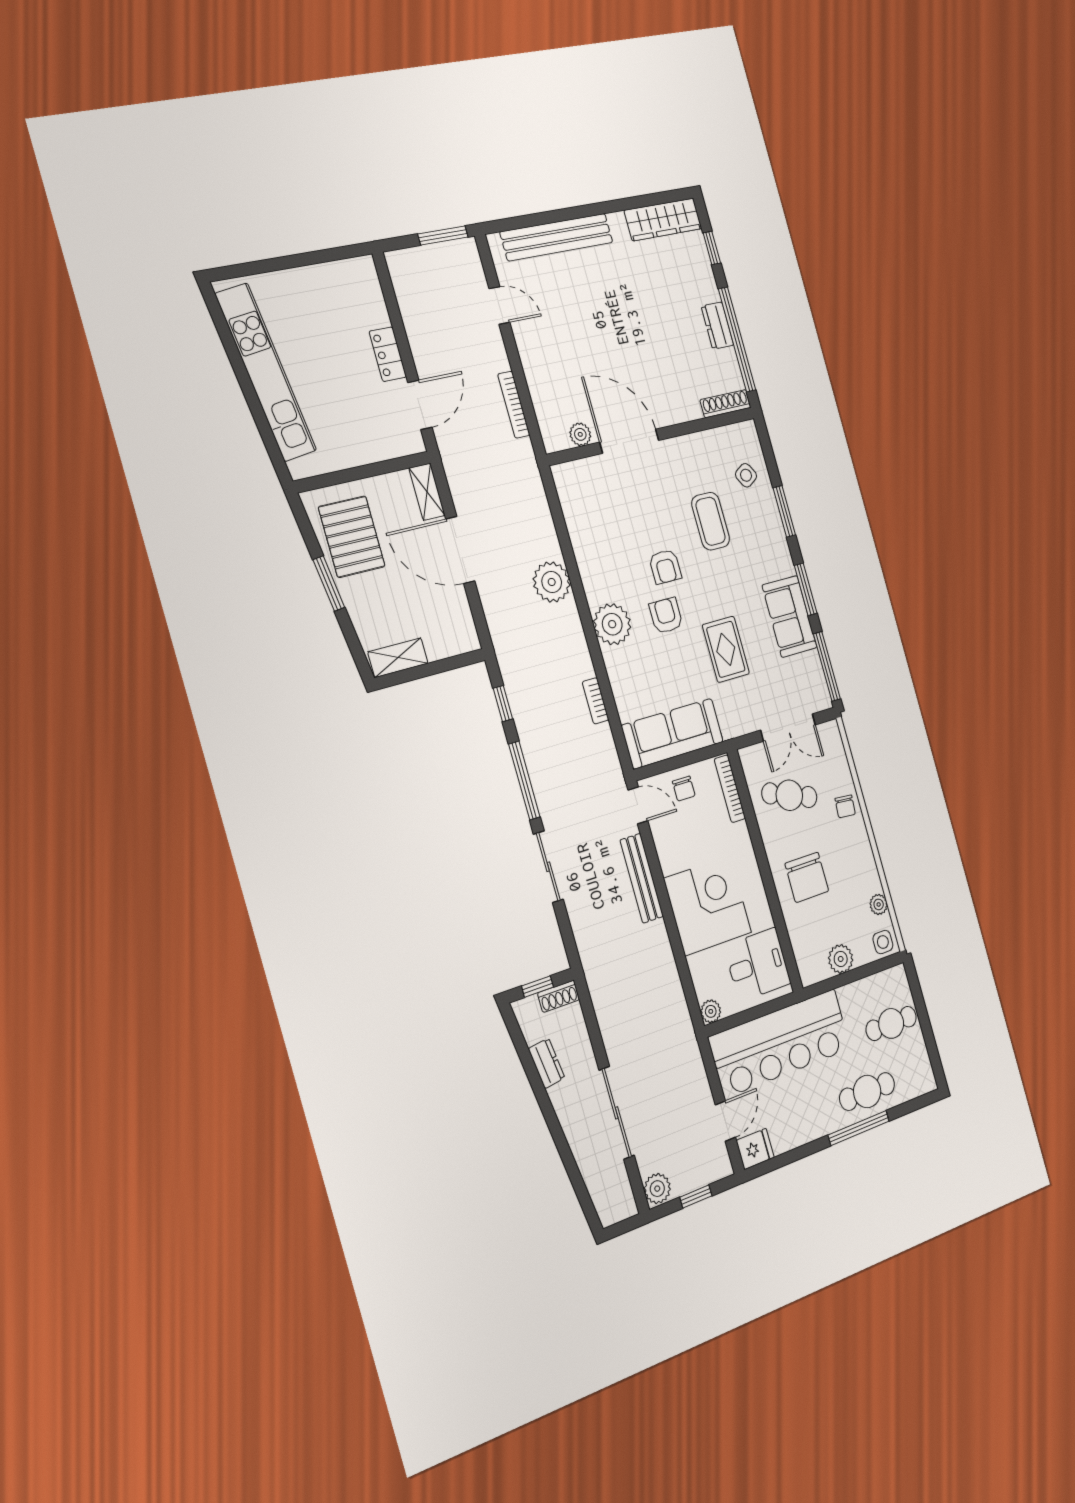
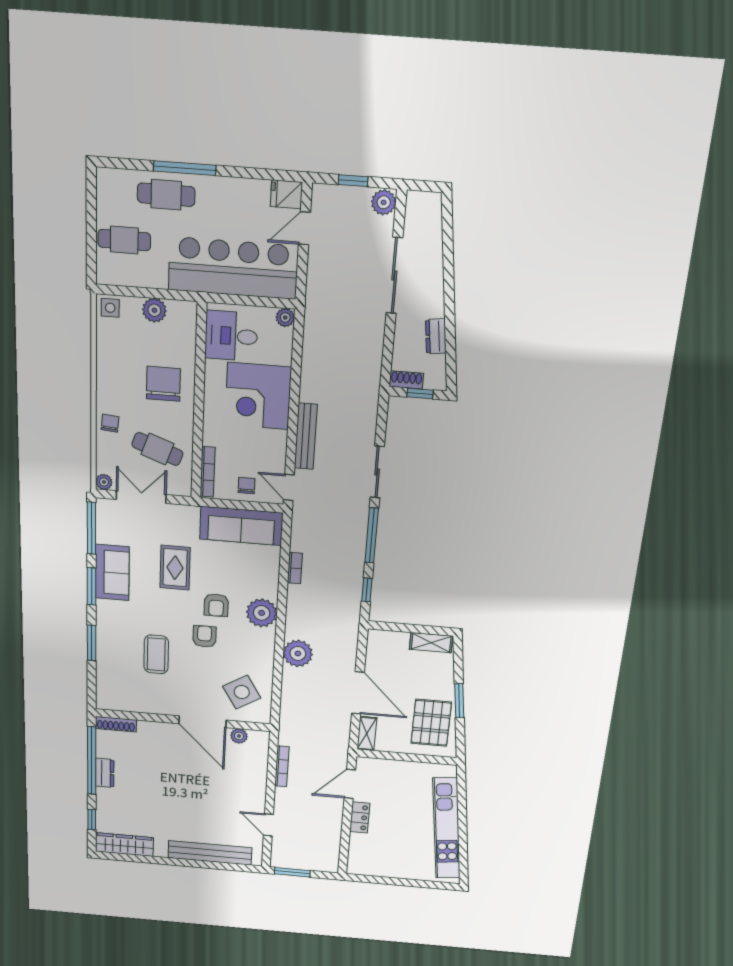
side table: (746, 475) -> (242, 692), moved, width x1.87, depth x1.87
plant: (879, 904) -> (104, 482), moved

